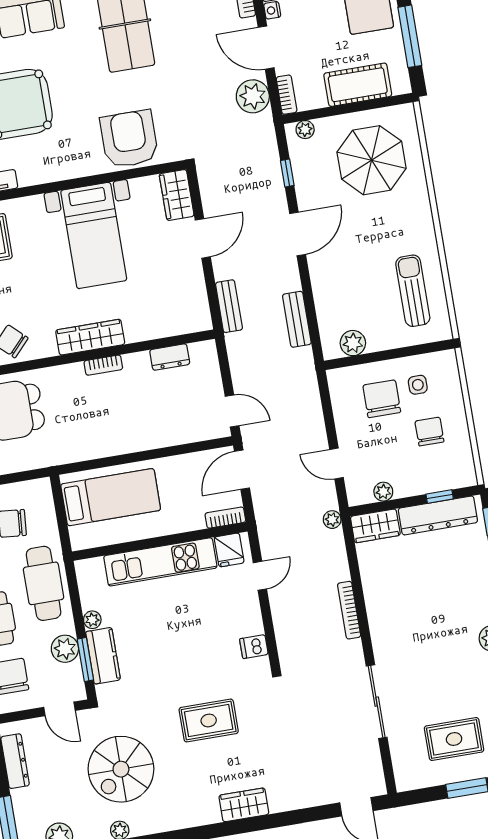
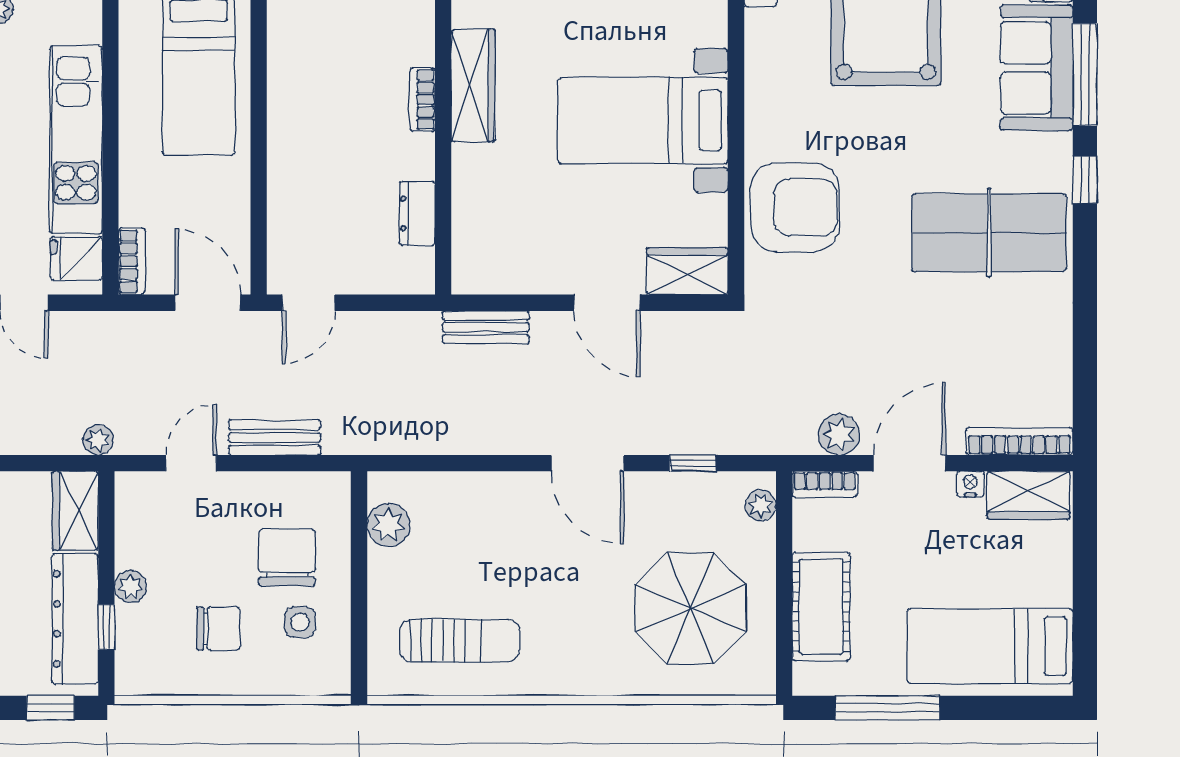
plant: (253, 96) -> (839, 435), width x0.73, depth x0.73
bench: (297, 319) -> (275, 438), moved
chair: (382, 399) -> (287, 558), turned -90
plant: (383, 492) -> (130, 587), moved

